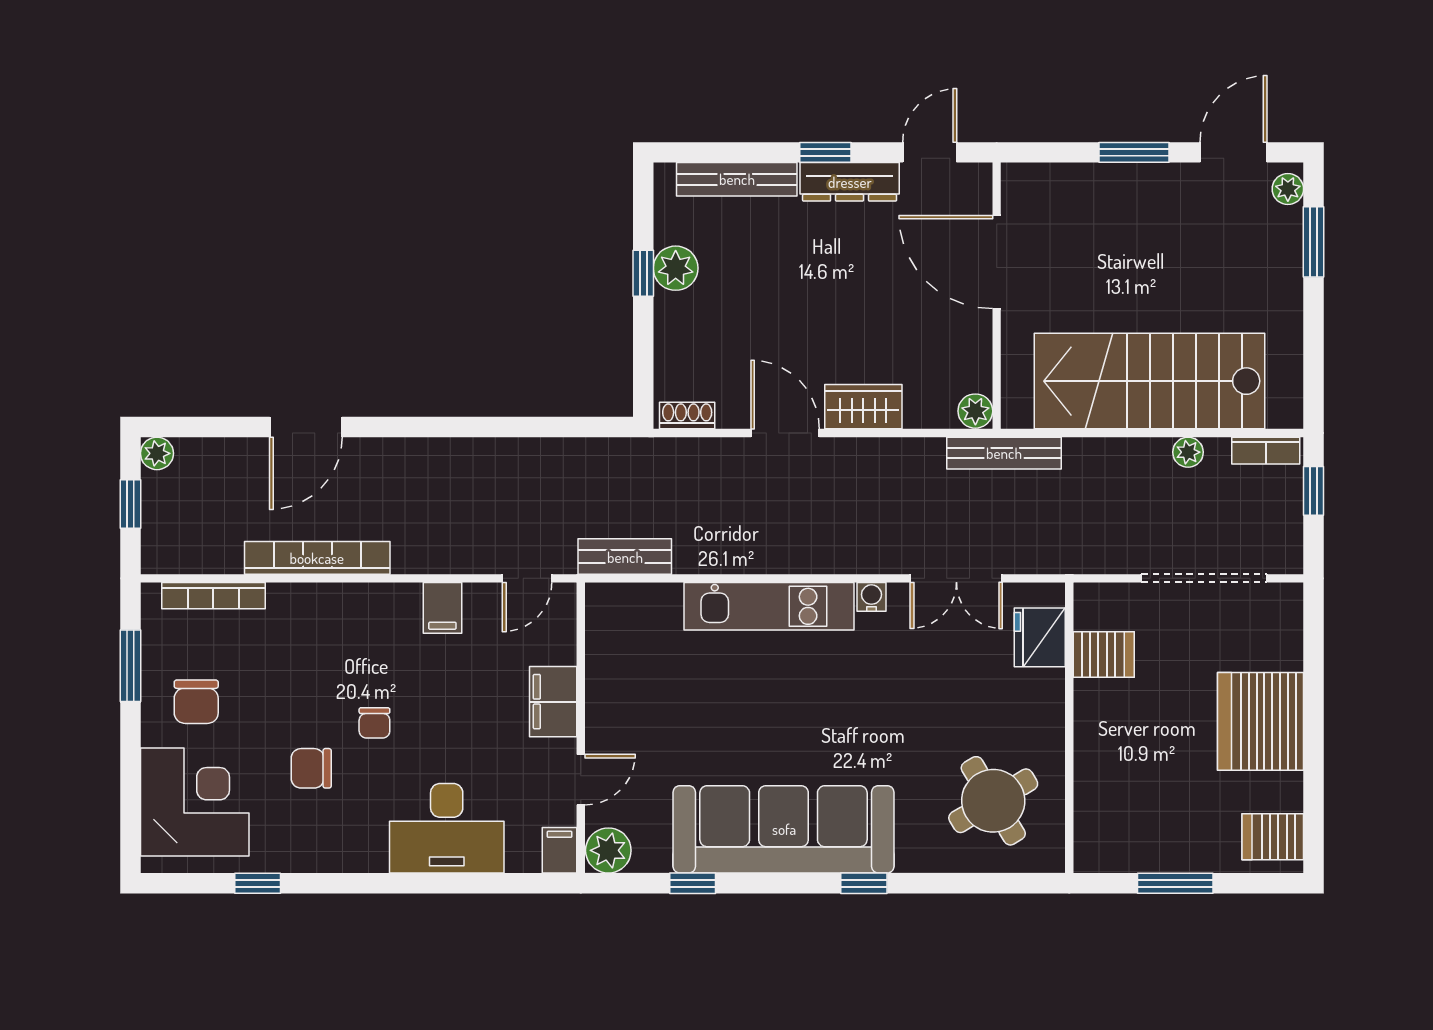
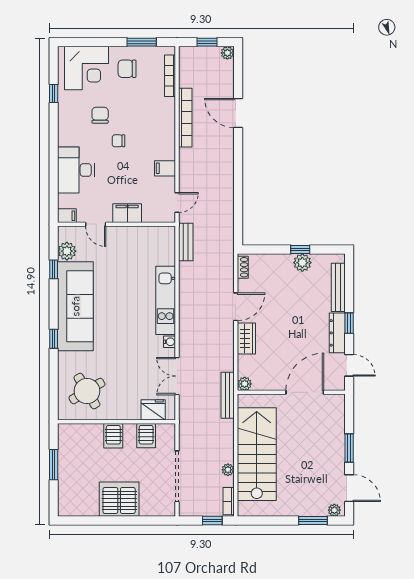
door: (527, 578) -> (177, 203), swing flipped
server rack: (1273, 837) -> (113, 436), moved, turned 180
plant: (608, 850) -> (67, 251), moved

